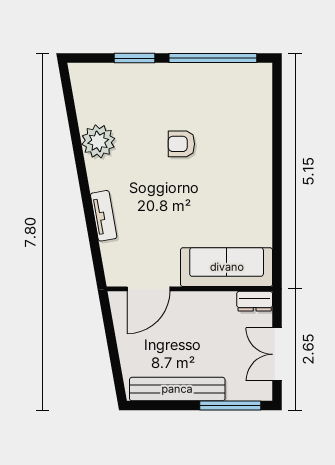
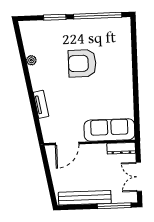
plant: (98, 141) -> (31, 60), width x0.53, depth x0.53
armchair: (181, 144) -> (82, 63), width x1.88, depth x1.88
dresser: (255, 301) -> (121, 148), width x1.44

